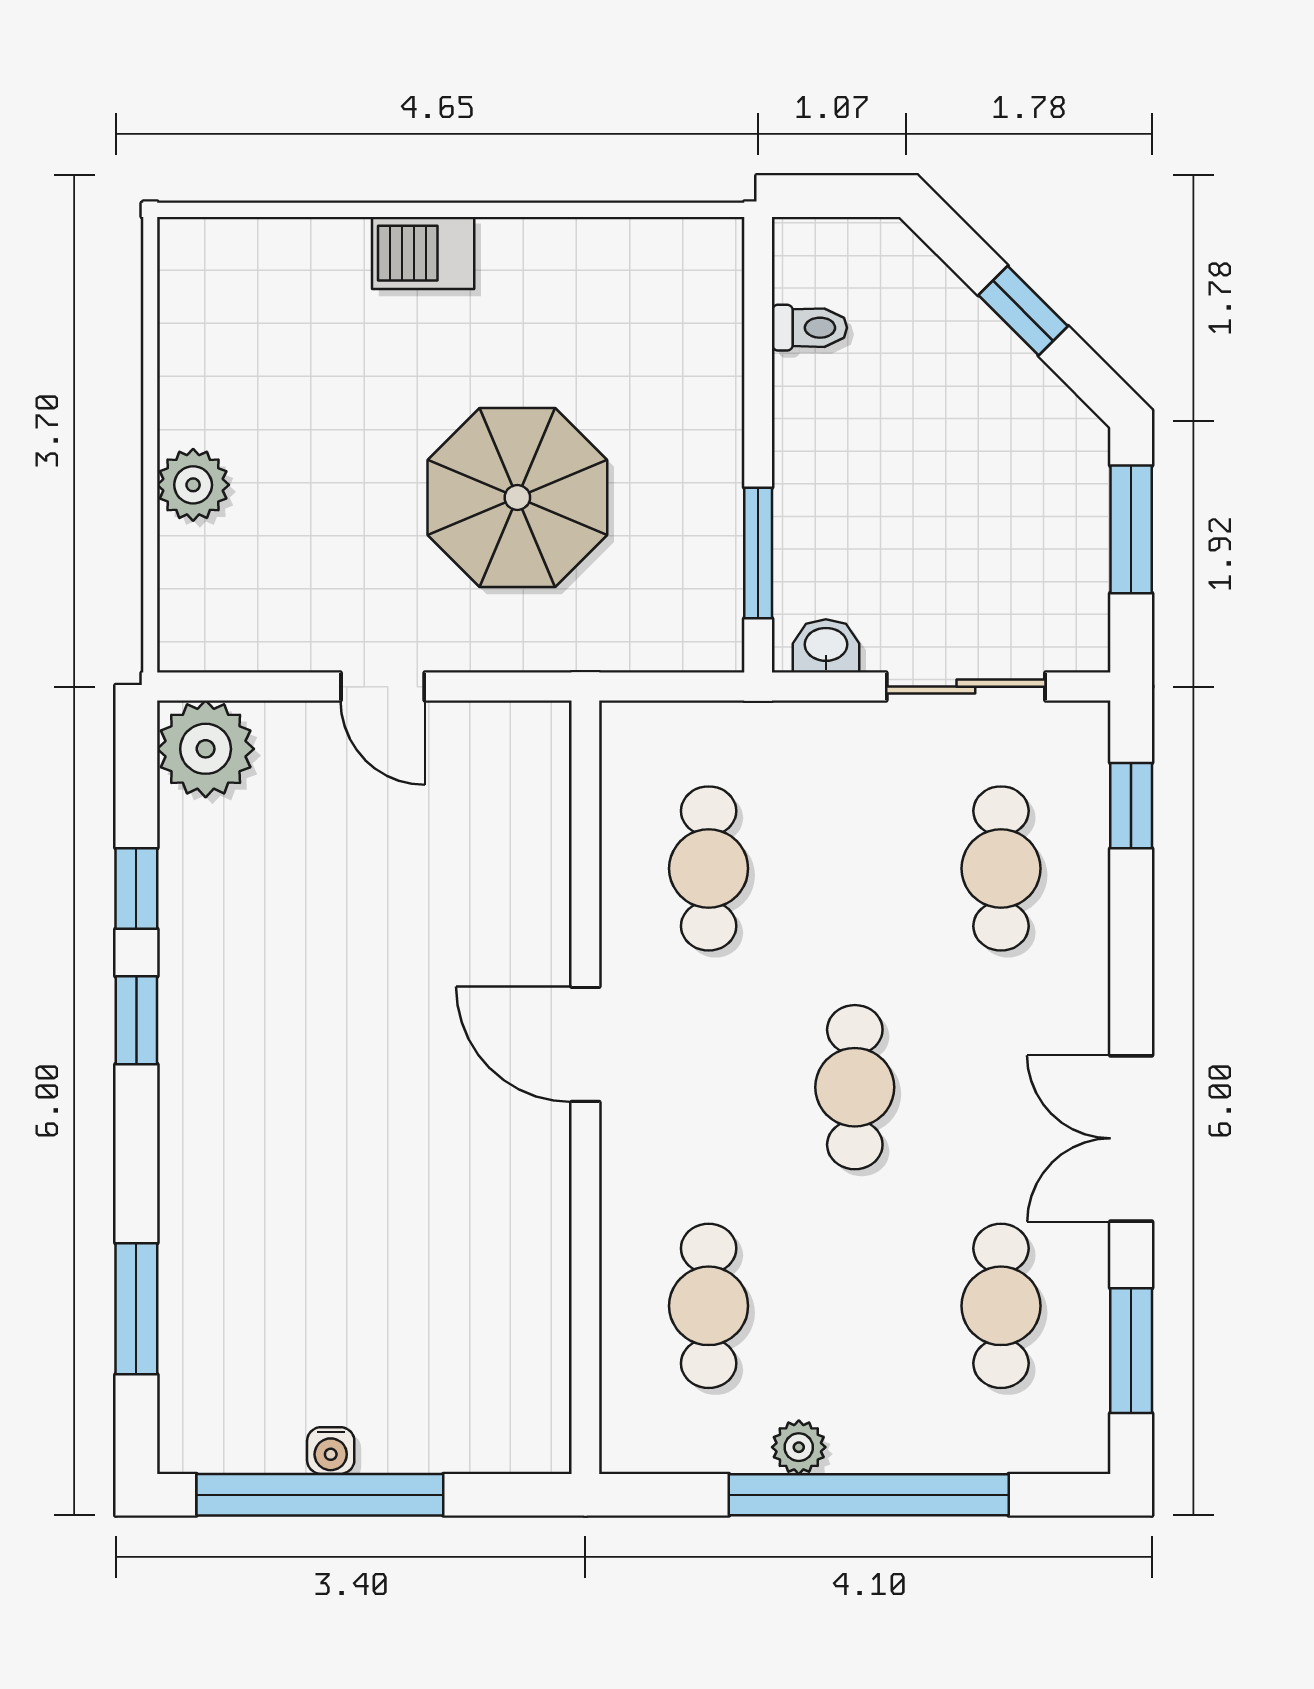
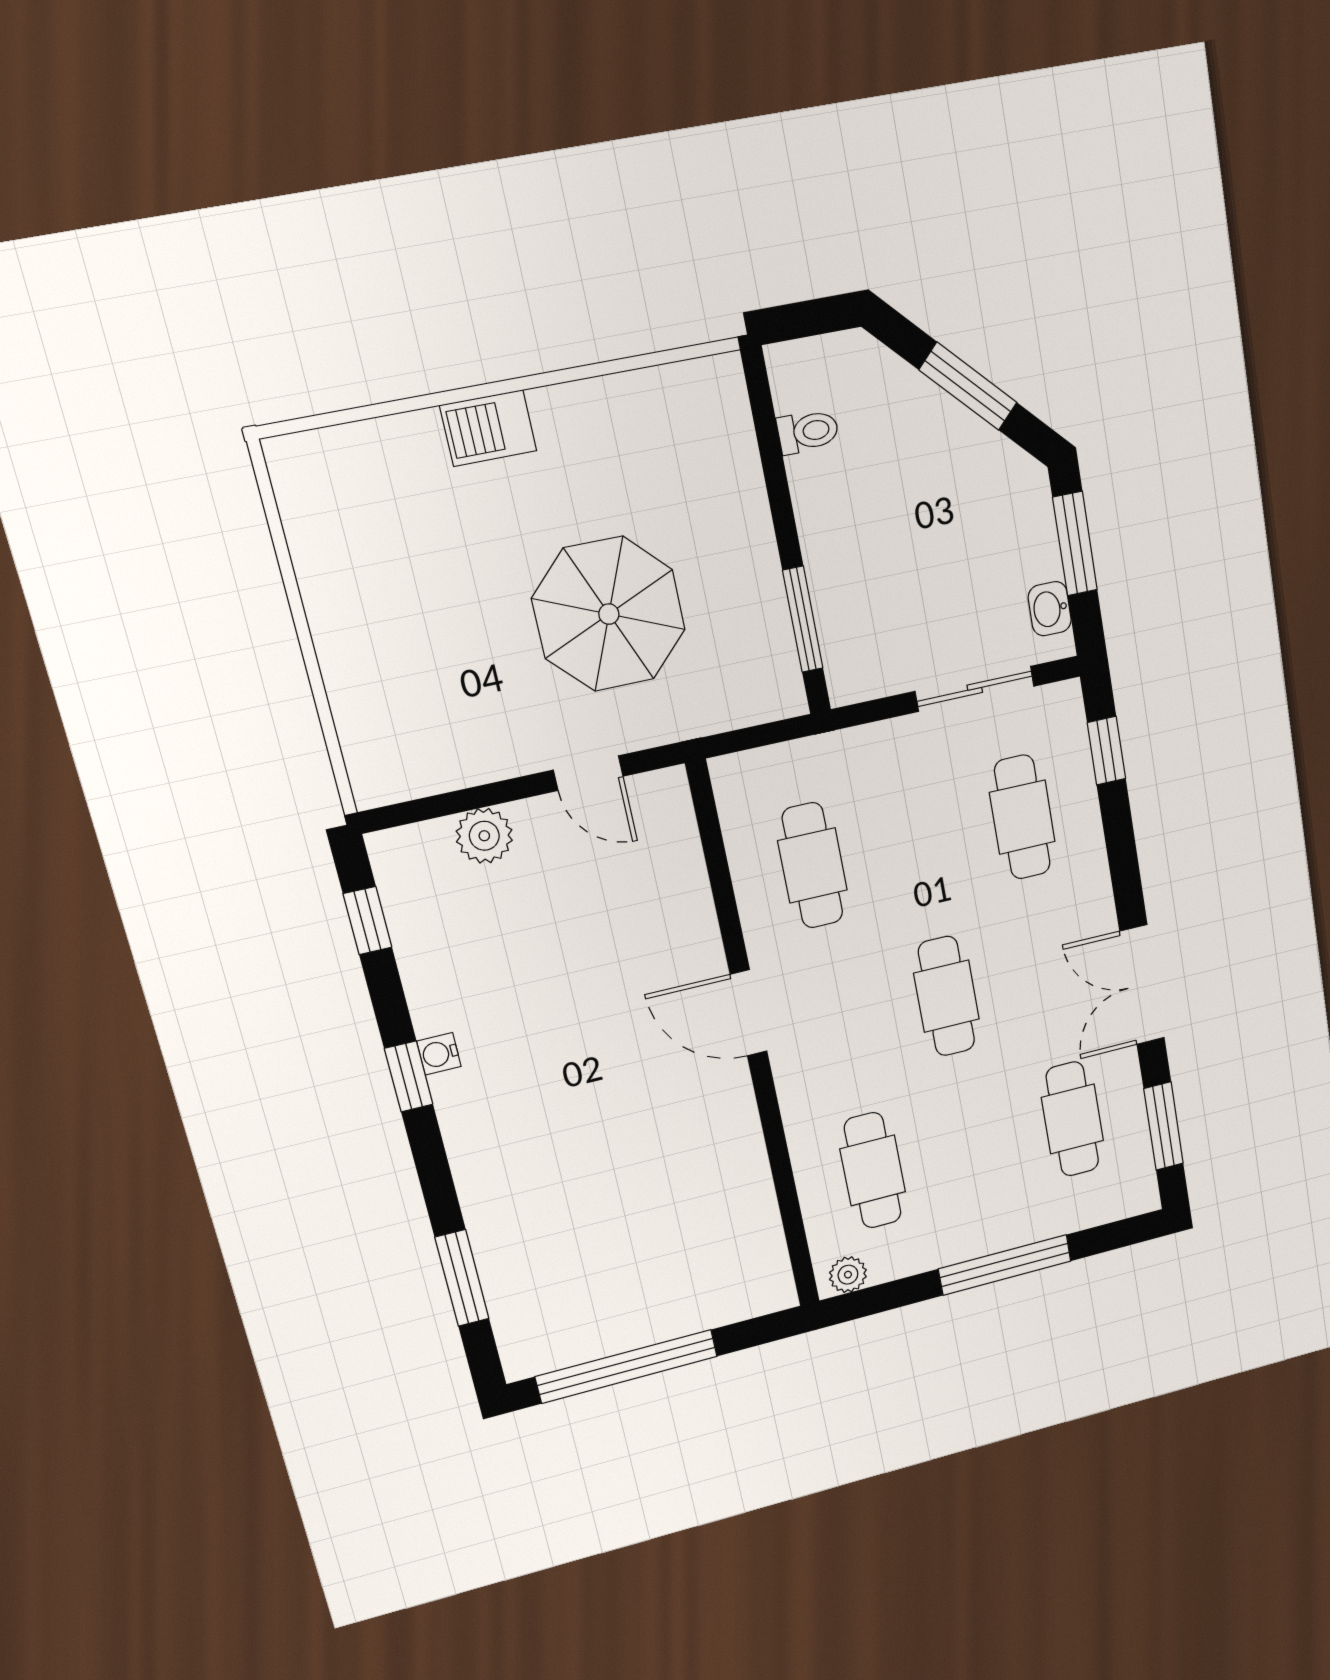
window: (1023, 311) -> (968, 386), width x1.50
plant: (193, 485) -> (347, 657), removed
washbasin: (826, 646) -> (1050, 609), moved, turned -90
door: (383, 687) -> (588, 773), moved
plant: (206, 749) -> (484, 836), moved, width x0.73, depth x0.73
window: (136, 888) -> (367, 921), moved
plant: (799, 1447) -> (848, 1275), moved
water cooler: (331, 1451) -> (439, 1054), moved, turned 90
window: (869, 1495) -> (1005, 1265), width x0.68

